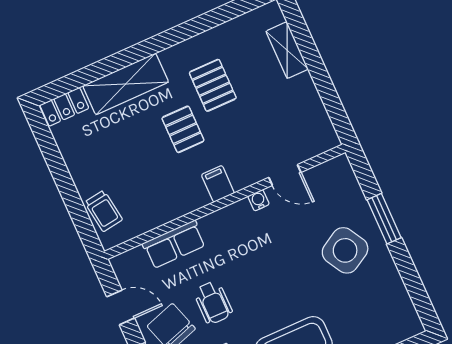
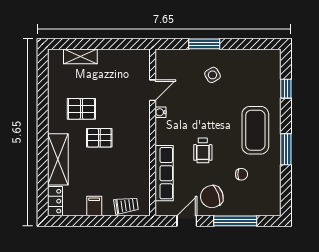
filing cabinet: (218, 184) -> (94, 206), moved, turned 90
row of seats: (174, 244) -> (164, 173), width x1.48
side table: (345, 250) -> (212, 75), width x0.54, depth x0.54
wheelchair: (213, 302) -> (203, 150), moved, turned 90

